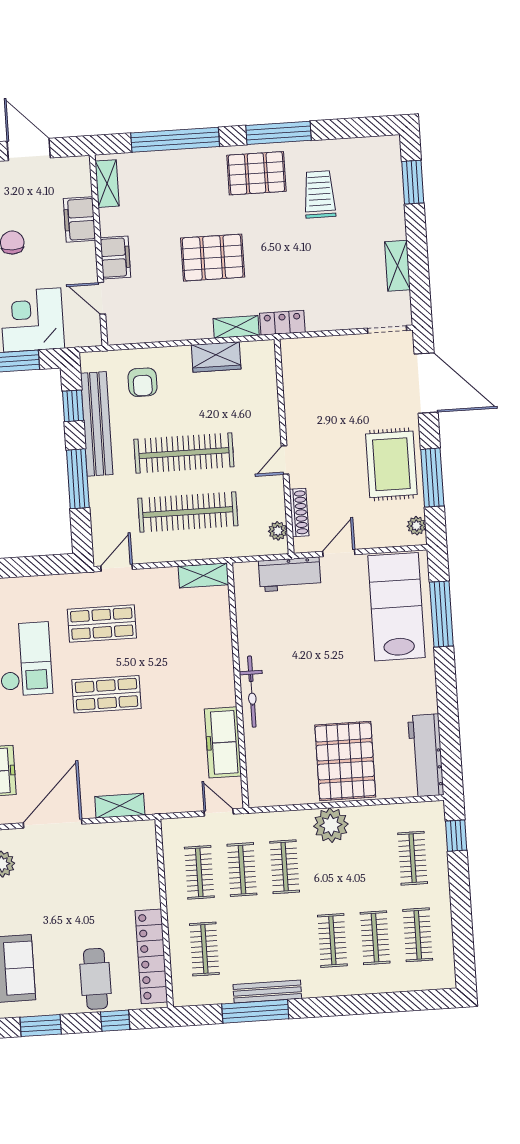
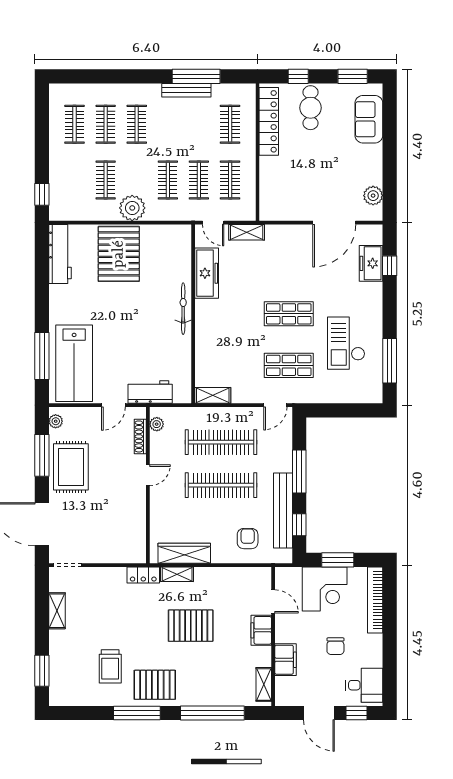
wardrobe: (216, 357) -> (184, 553), width x1.50
shelving: (120, 806) -> (247, 232), moved
clothes rail: (413, 858) -> (106, 180), moved

